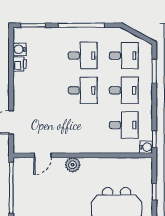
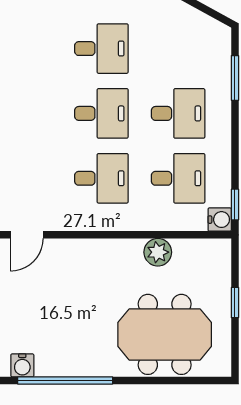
desk: (124, 56) -> (101, 178), moved
plant: (73, 165) -> (158, 252), moved

